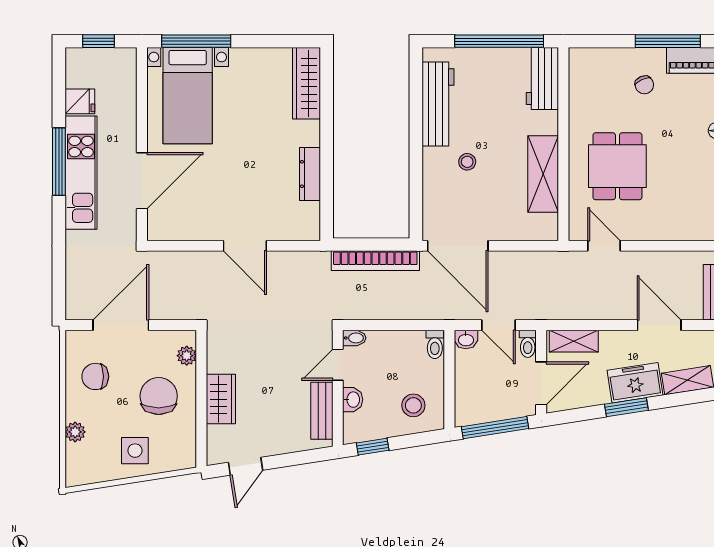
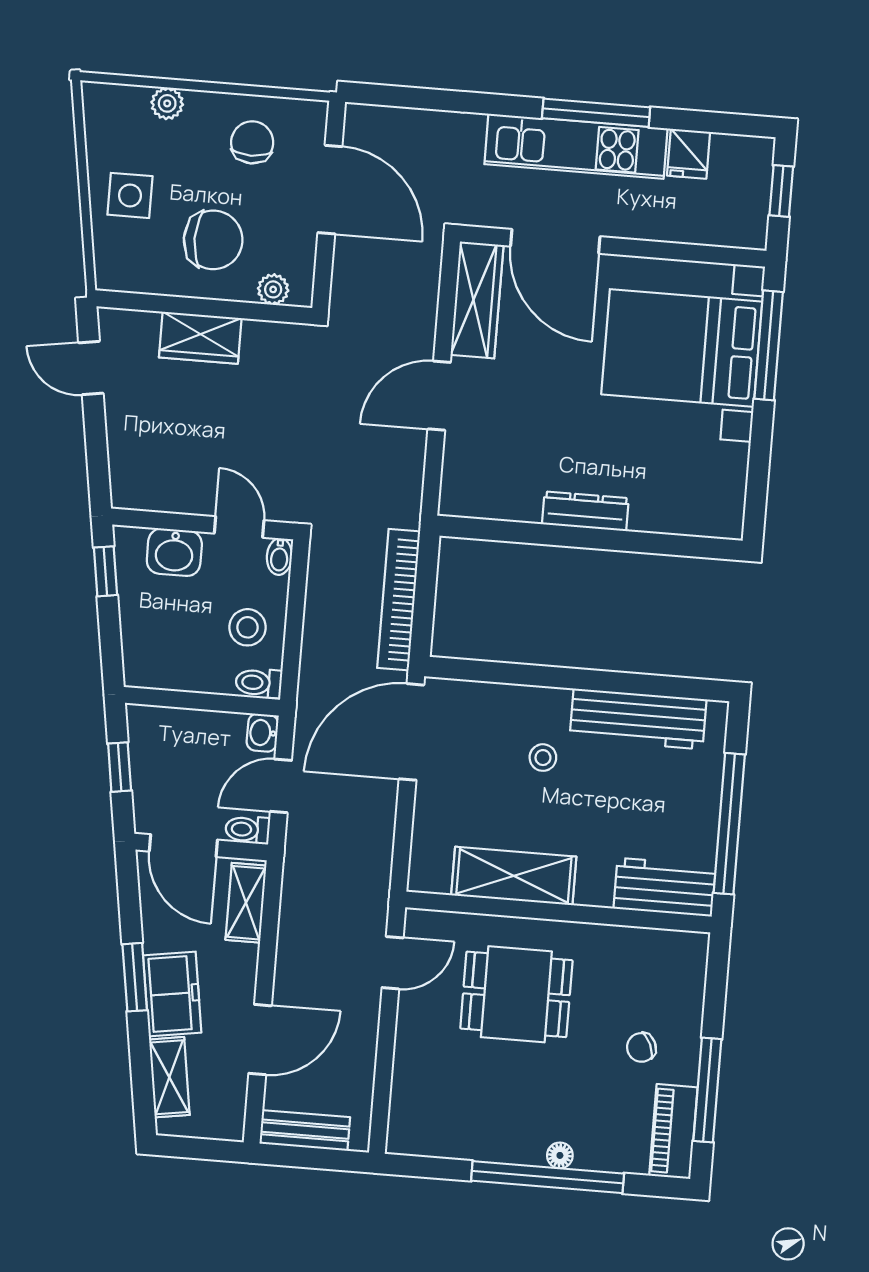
wardrobe: (307, 83) -> (477, 300), moved, turned 90
bed with nightstands: (188, 96) -> (682, 348), width x1.36
dresser: (310, 174) -> (585, 511), moved
washbasin: (353, 400) -> (174, 552), width x1.38, depth x1.45
stool: (413, 405) -> (247, 627), moved
bench: (322, 411) -> (169, 496), removed
window: (495, 428) -> (120, 767), width x0.46

